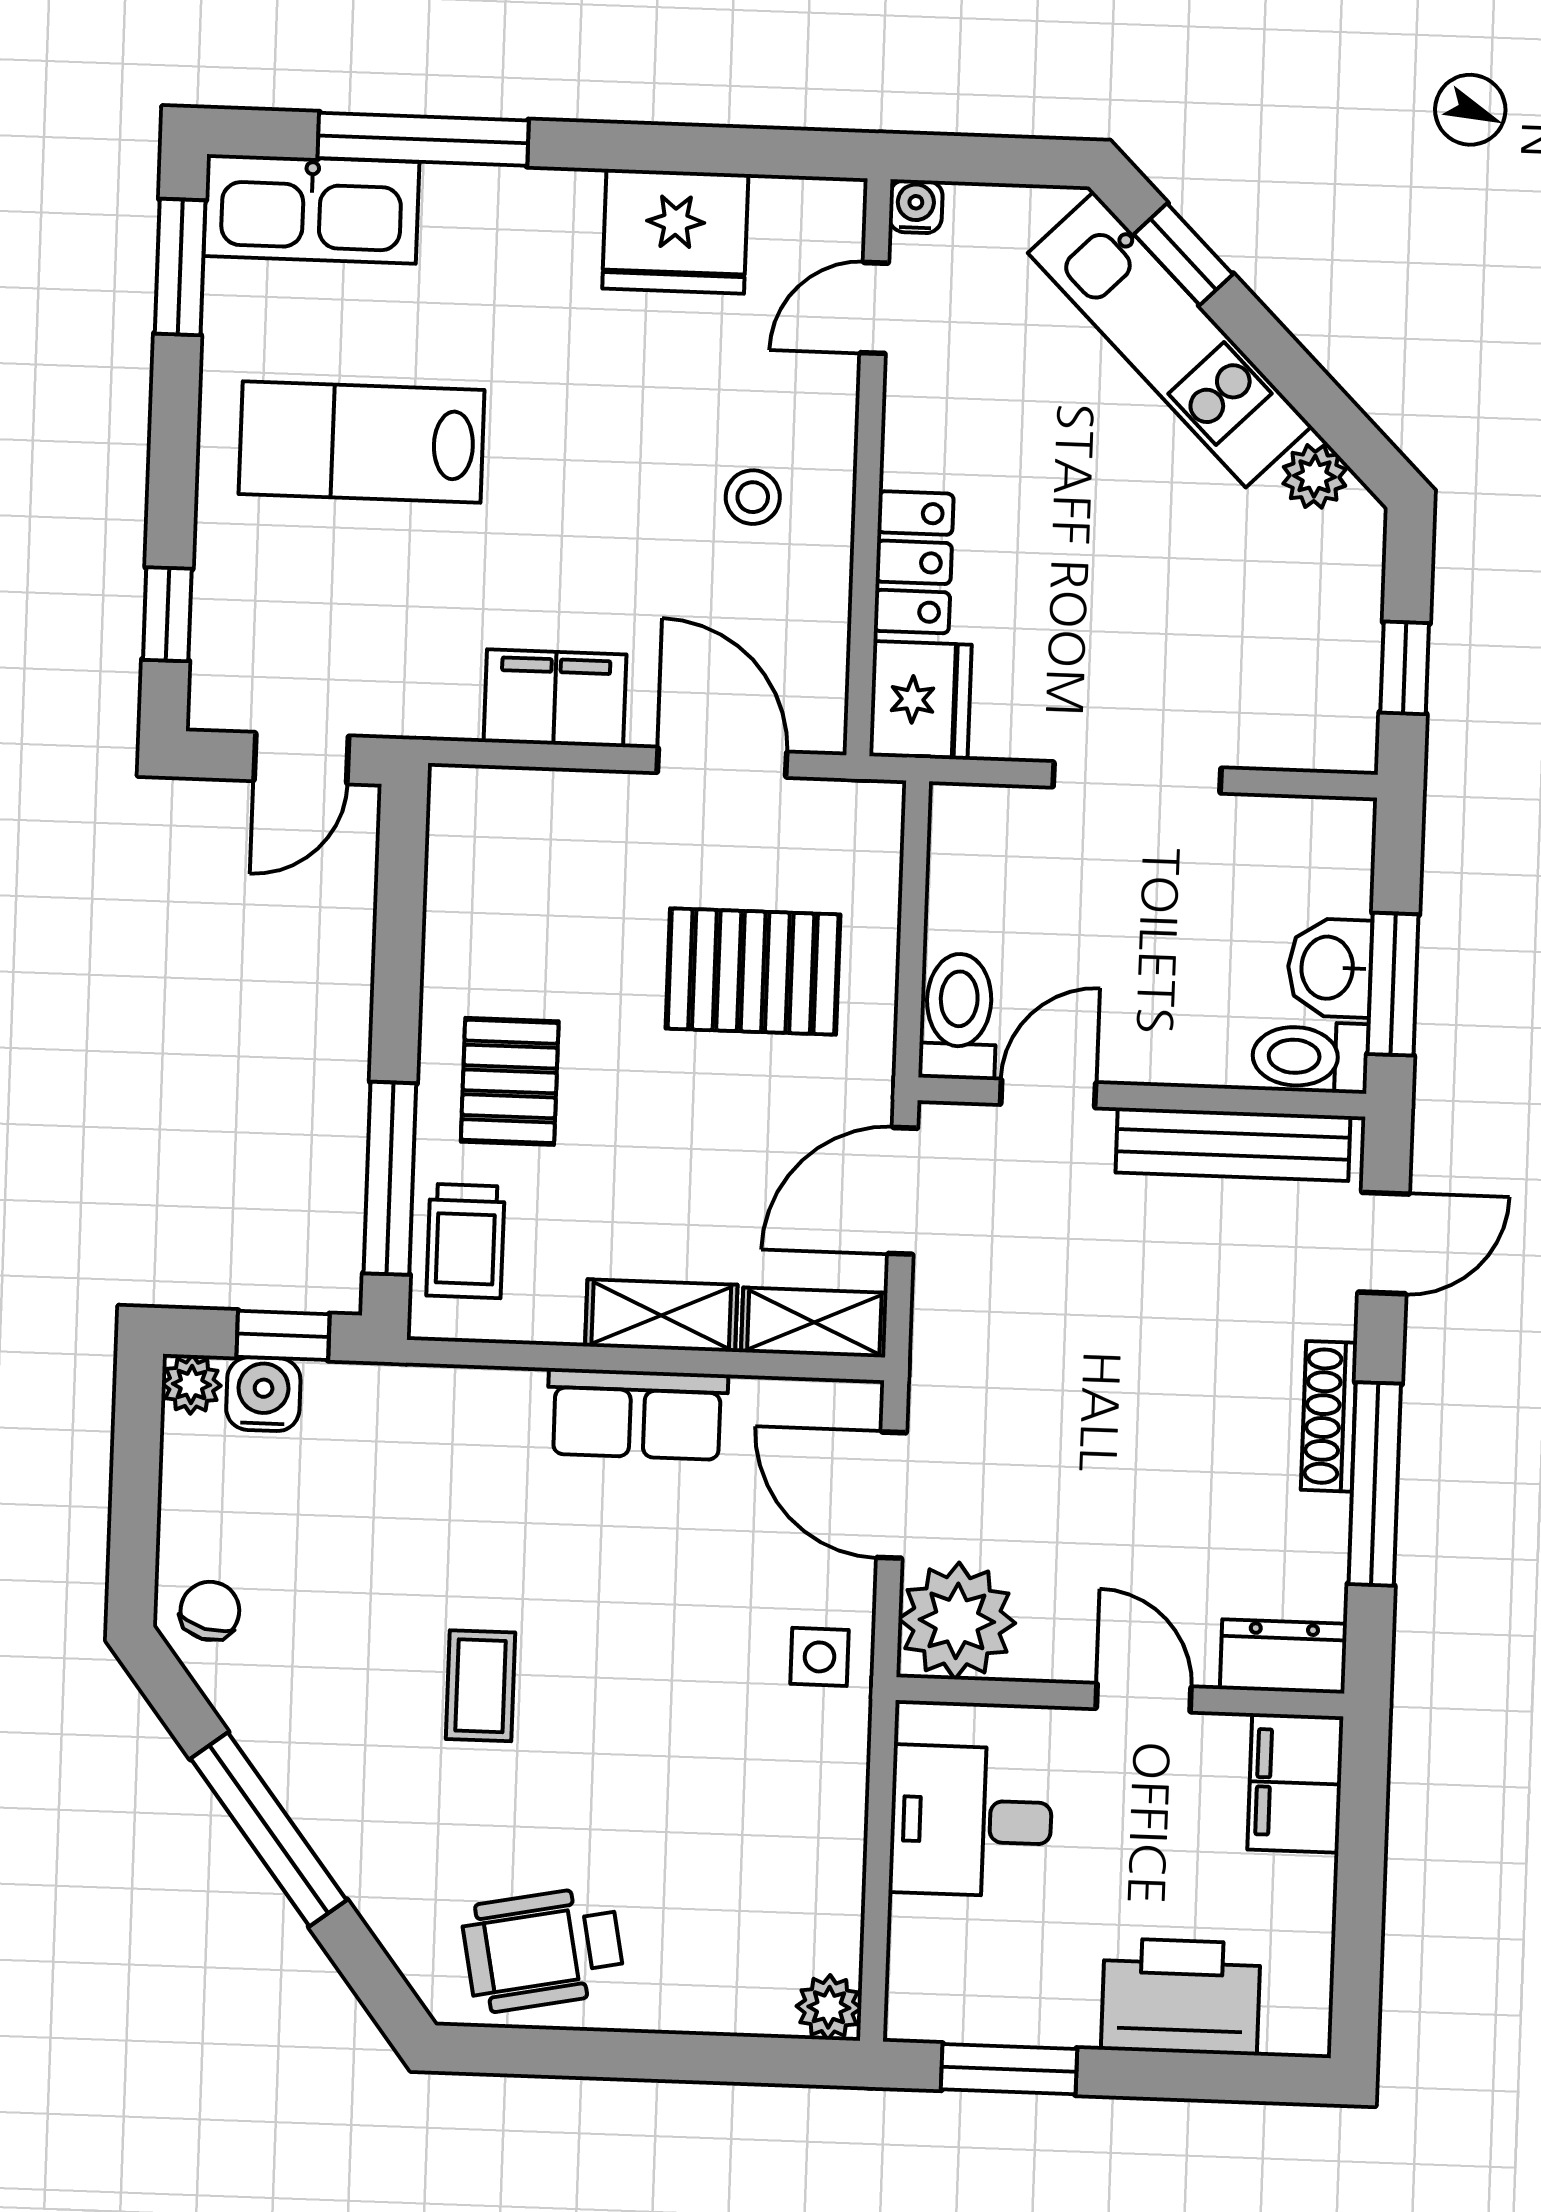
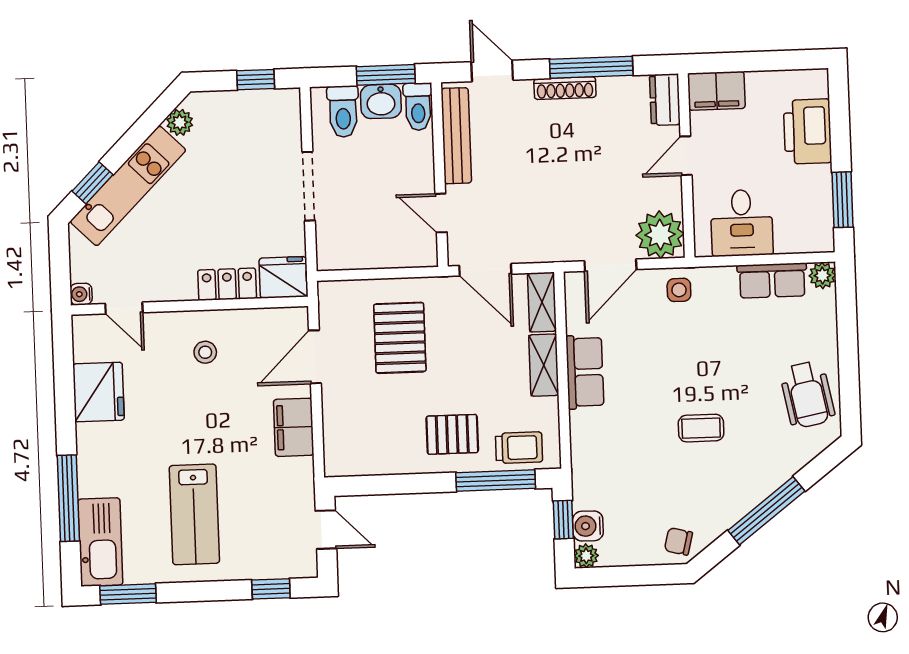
toilet: (959, 1016) -> (343, 112), moved, turned -90
row of seats: (826, 1884) -> (772, 281), added

